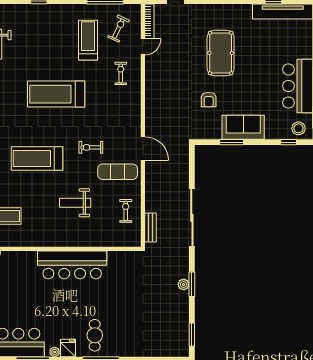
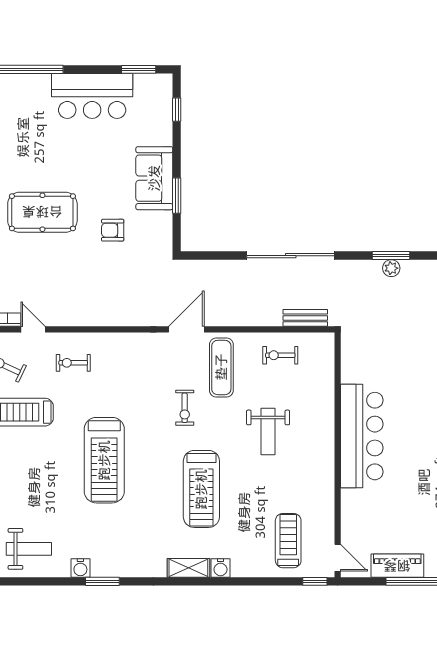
armchair: (209, 100) -> (113, 230), turned 180
stool: (298, 128) -> (156, 95), removed

